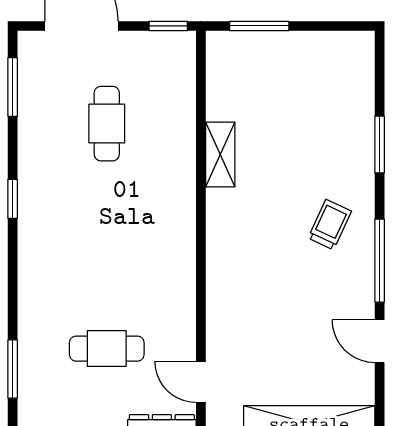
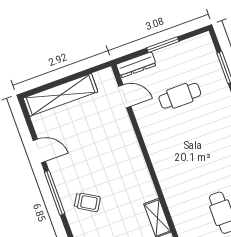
trolley: (330, 225) -> (87, 202), turned -84

